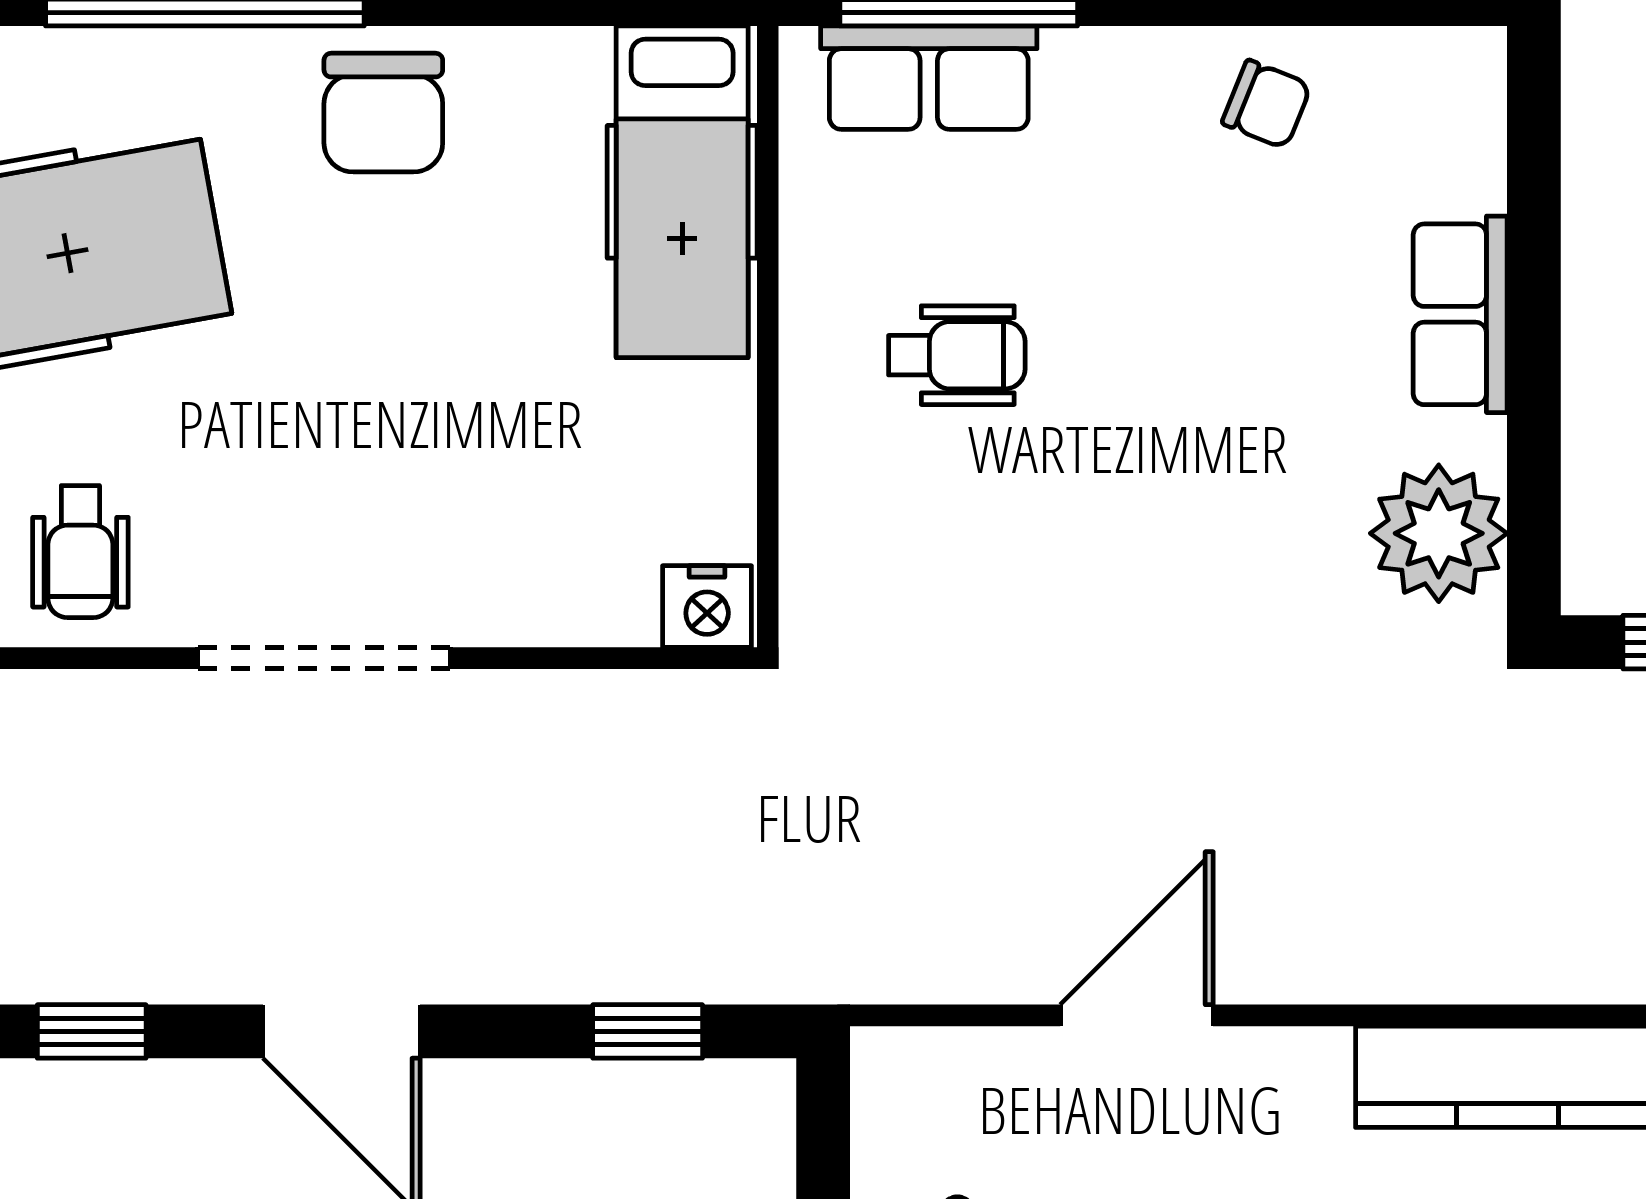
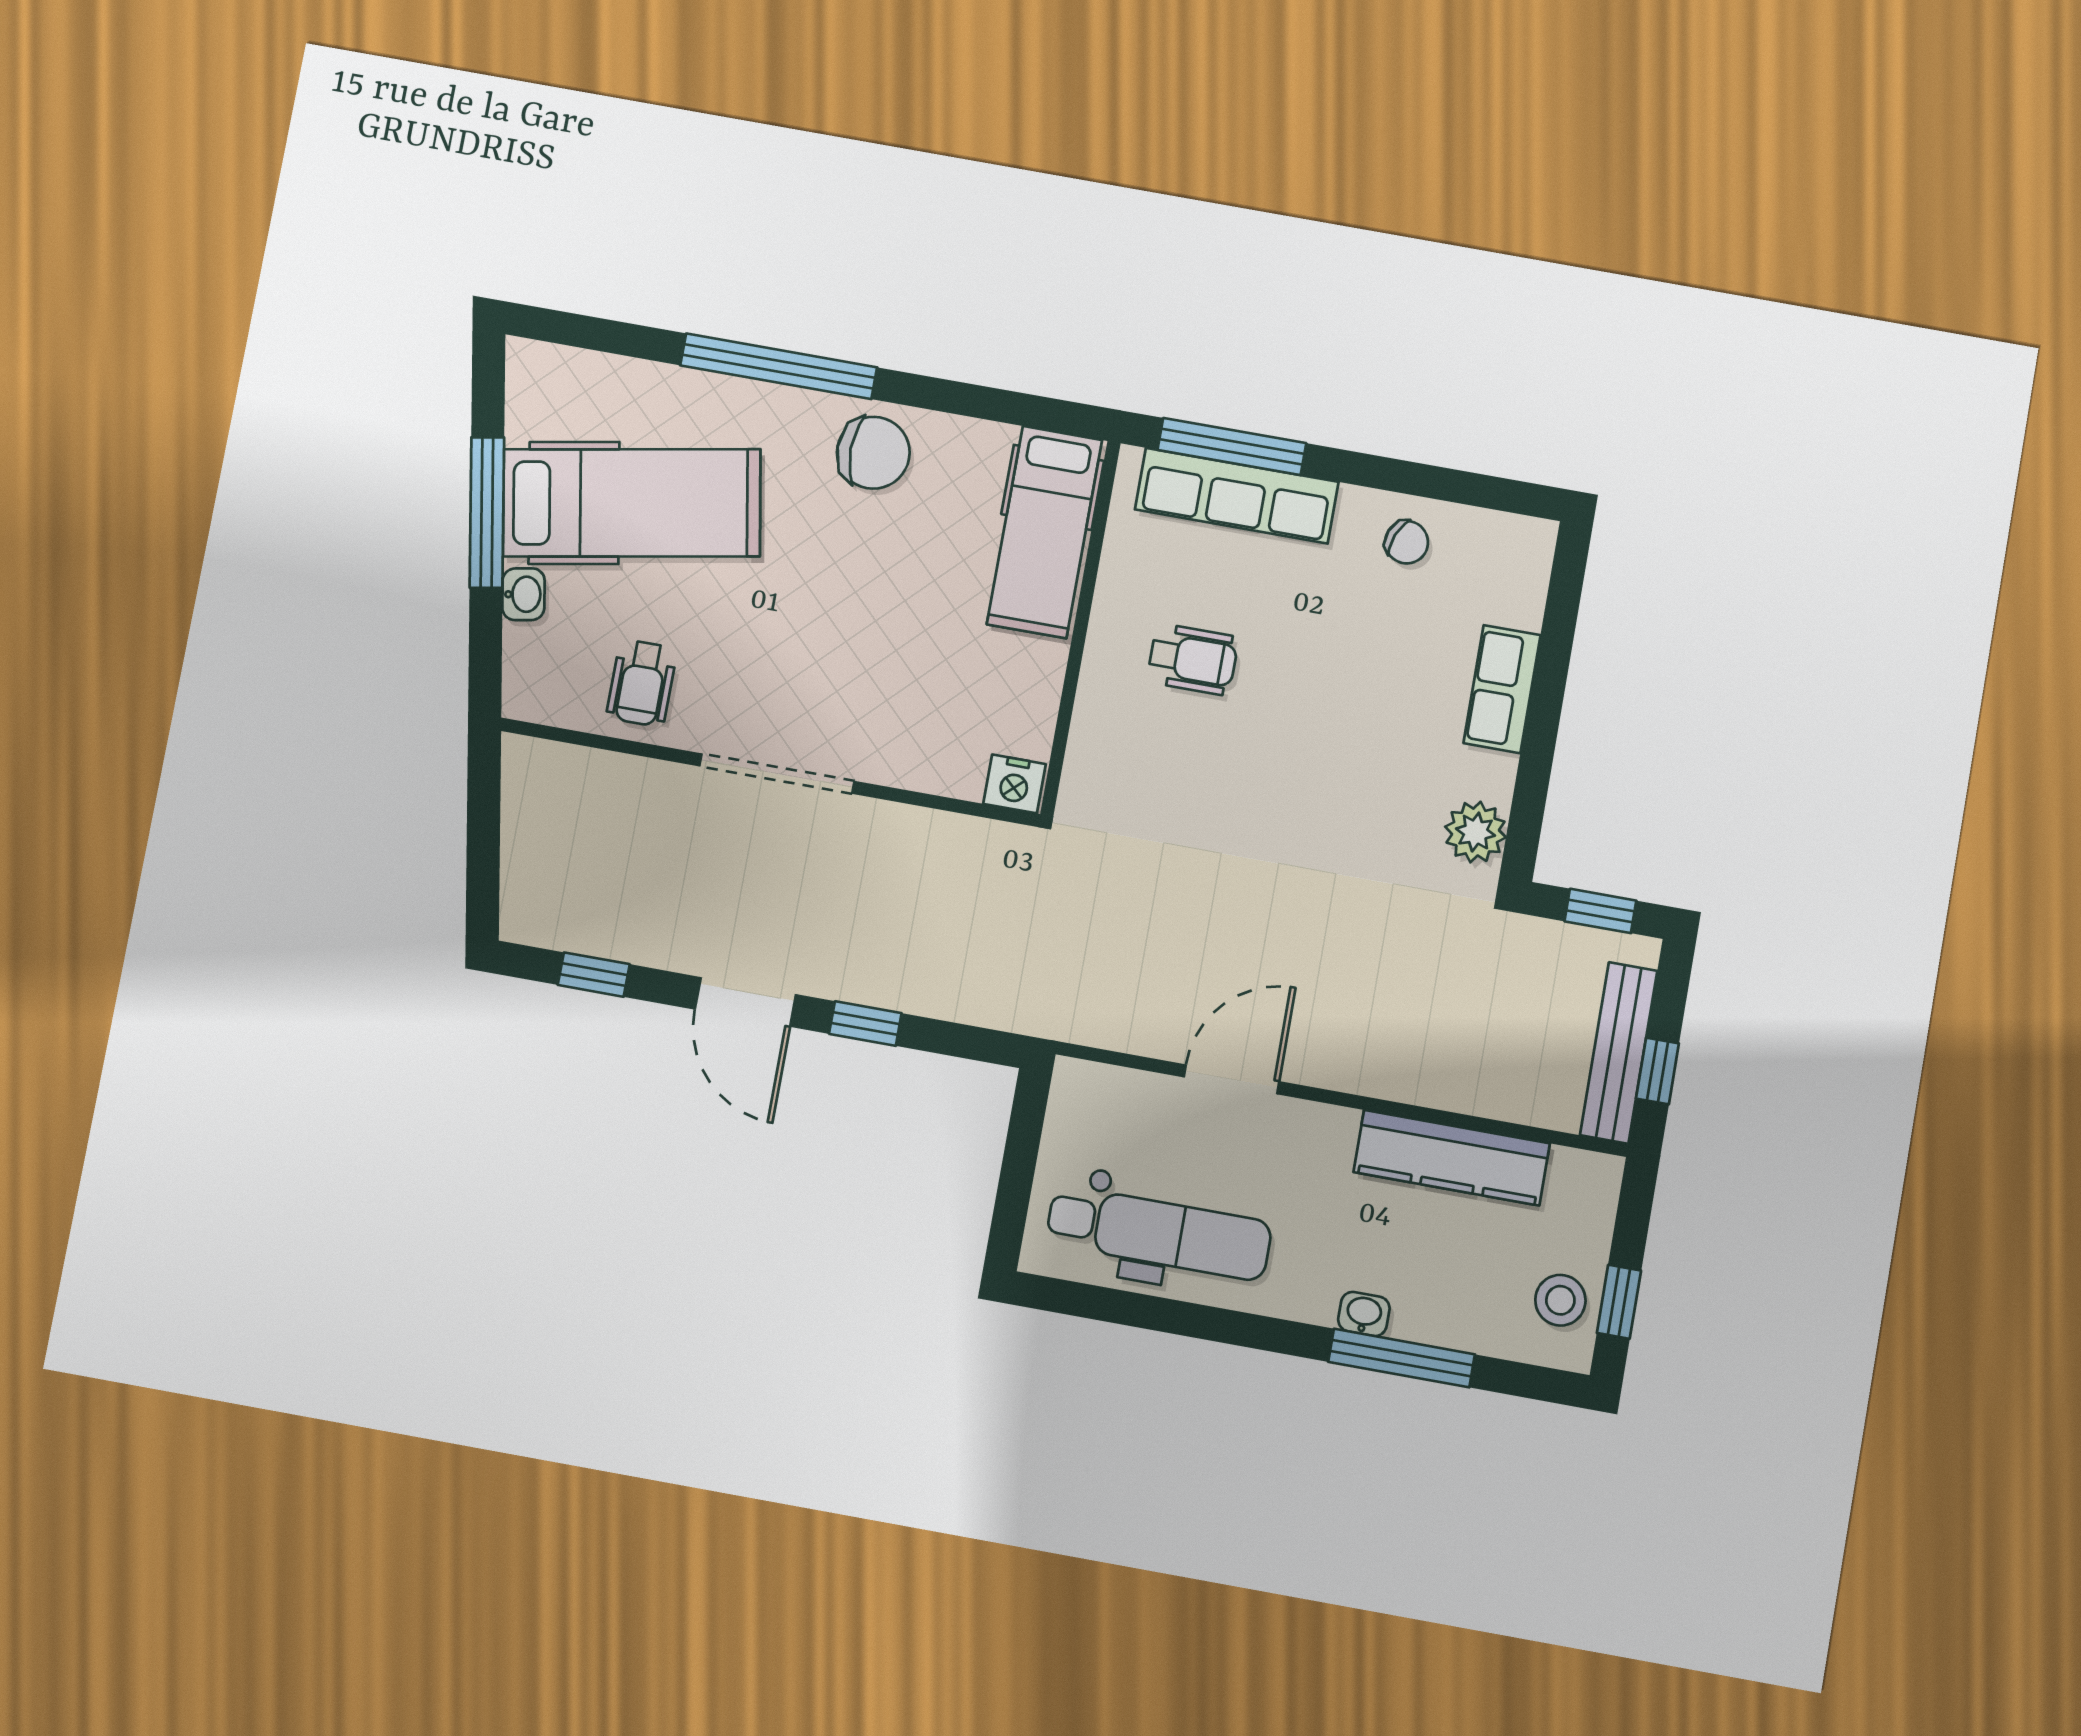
row of seats: (929, 78) -> (1237, 496), width x1.48
chair: (383, 113) -> (873, 453), turned -90
plant: (1439, 533) -> (1476, 832), width x0.73, depth x0.73
window: (648, 1031) -> (865, 1024), moved

